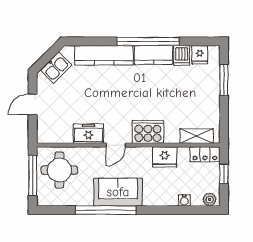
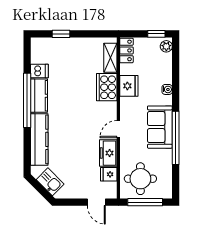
fridge: (200, 55) -> (109, 174), moved, turned 180
window: (224, 80) -> (61, 34), width x0.67
door: (33, 104) -> (96, 202), moved
cooker: (148, 132) -> (107, 87), moved
door: (116, 145) -> (118, 129), swing flipped
window: (224, 174) -> (156, 34), moved
water cooler: (184, 200) -> (167, 89), moved

